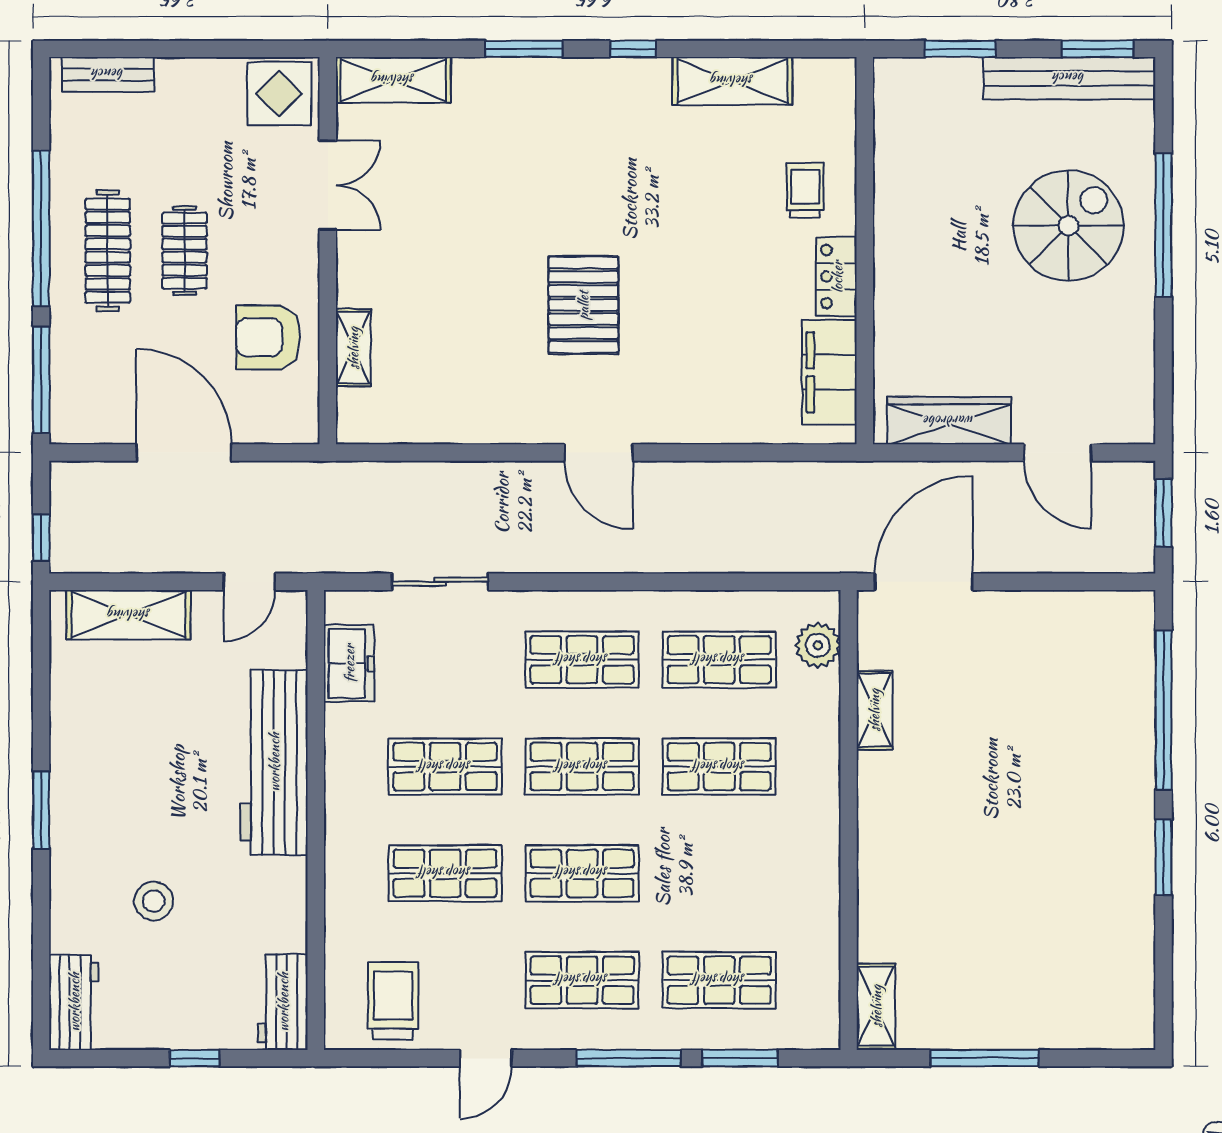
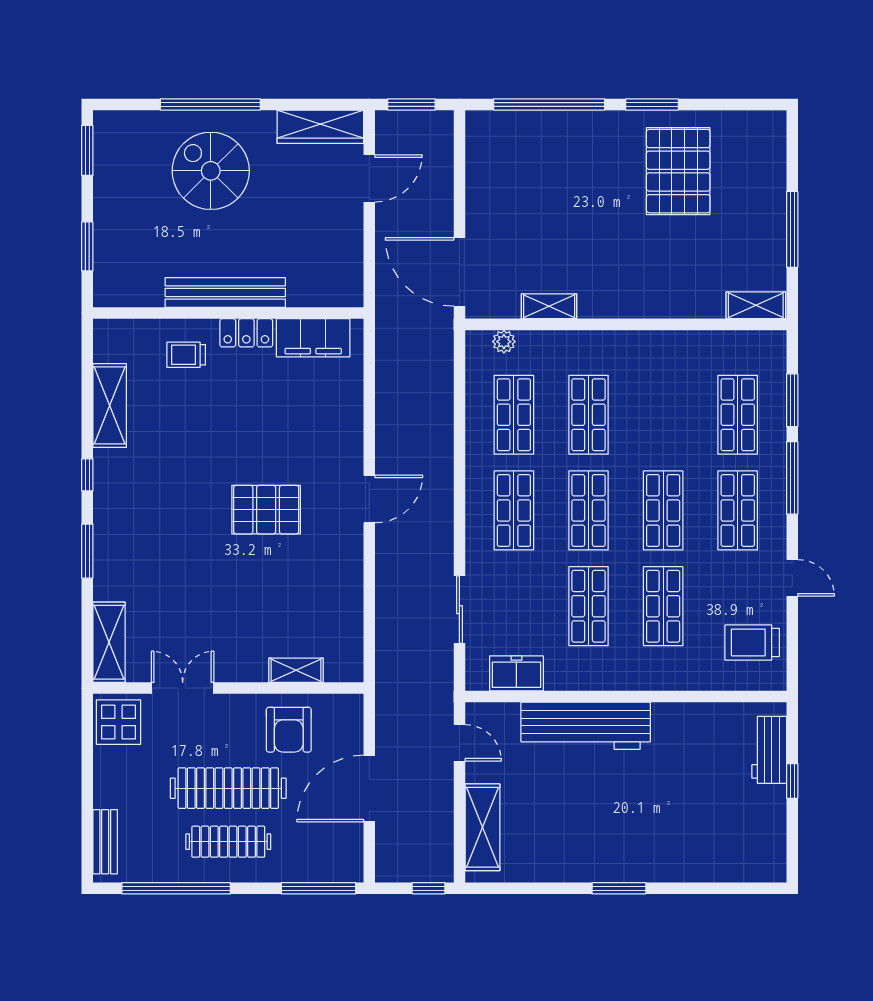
bench: (1069, 78) -> (225, 293), moved, turned 90
window: (41, 228) -> (176, 888), moved
clothes rail: (184, 251) -> (228, 788), width x1.86, depth x1.31
wardrobe: (949, 421) -> (320, 127), moved, turned -90
plant: (818, 645) -> (504, 342), width x0.73, depth x0.73
pallet: (1068, 895) -> (678, 171), added
stool: (154, 901) -> (683, 810), removed
workbench: (74, 1002) -> (753, 865), removed
workbench: (283, 1002) -> (769, 750), moved, turned 90

